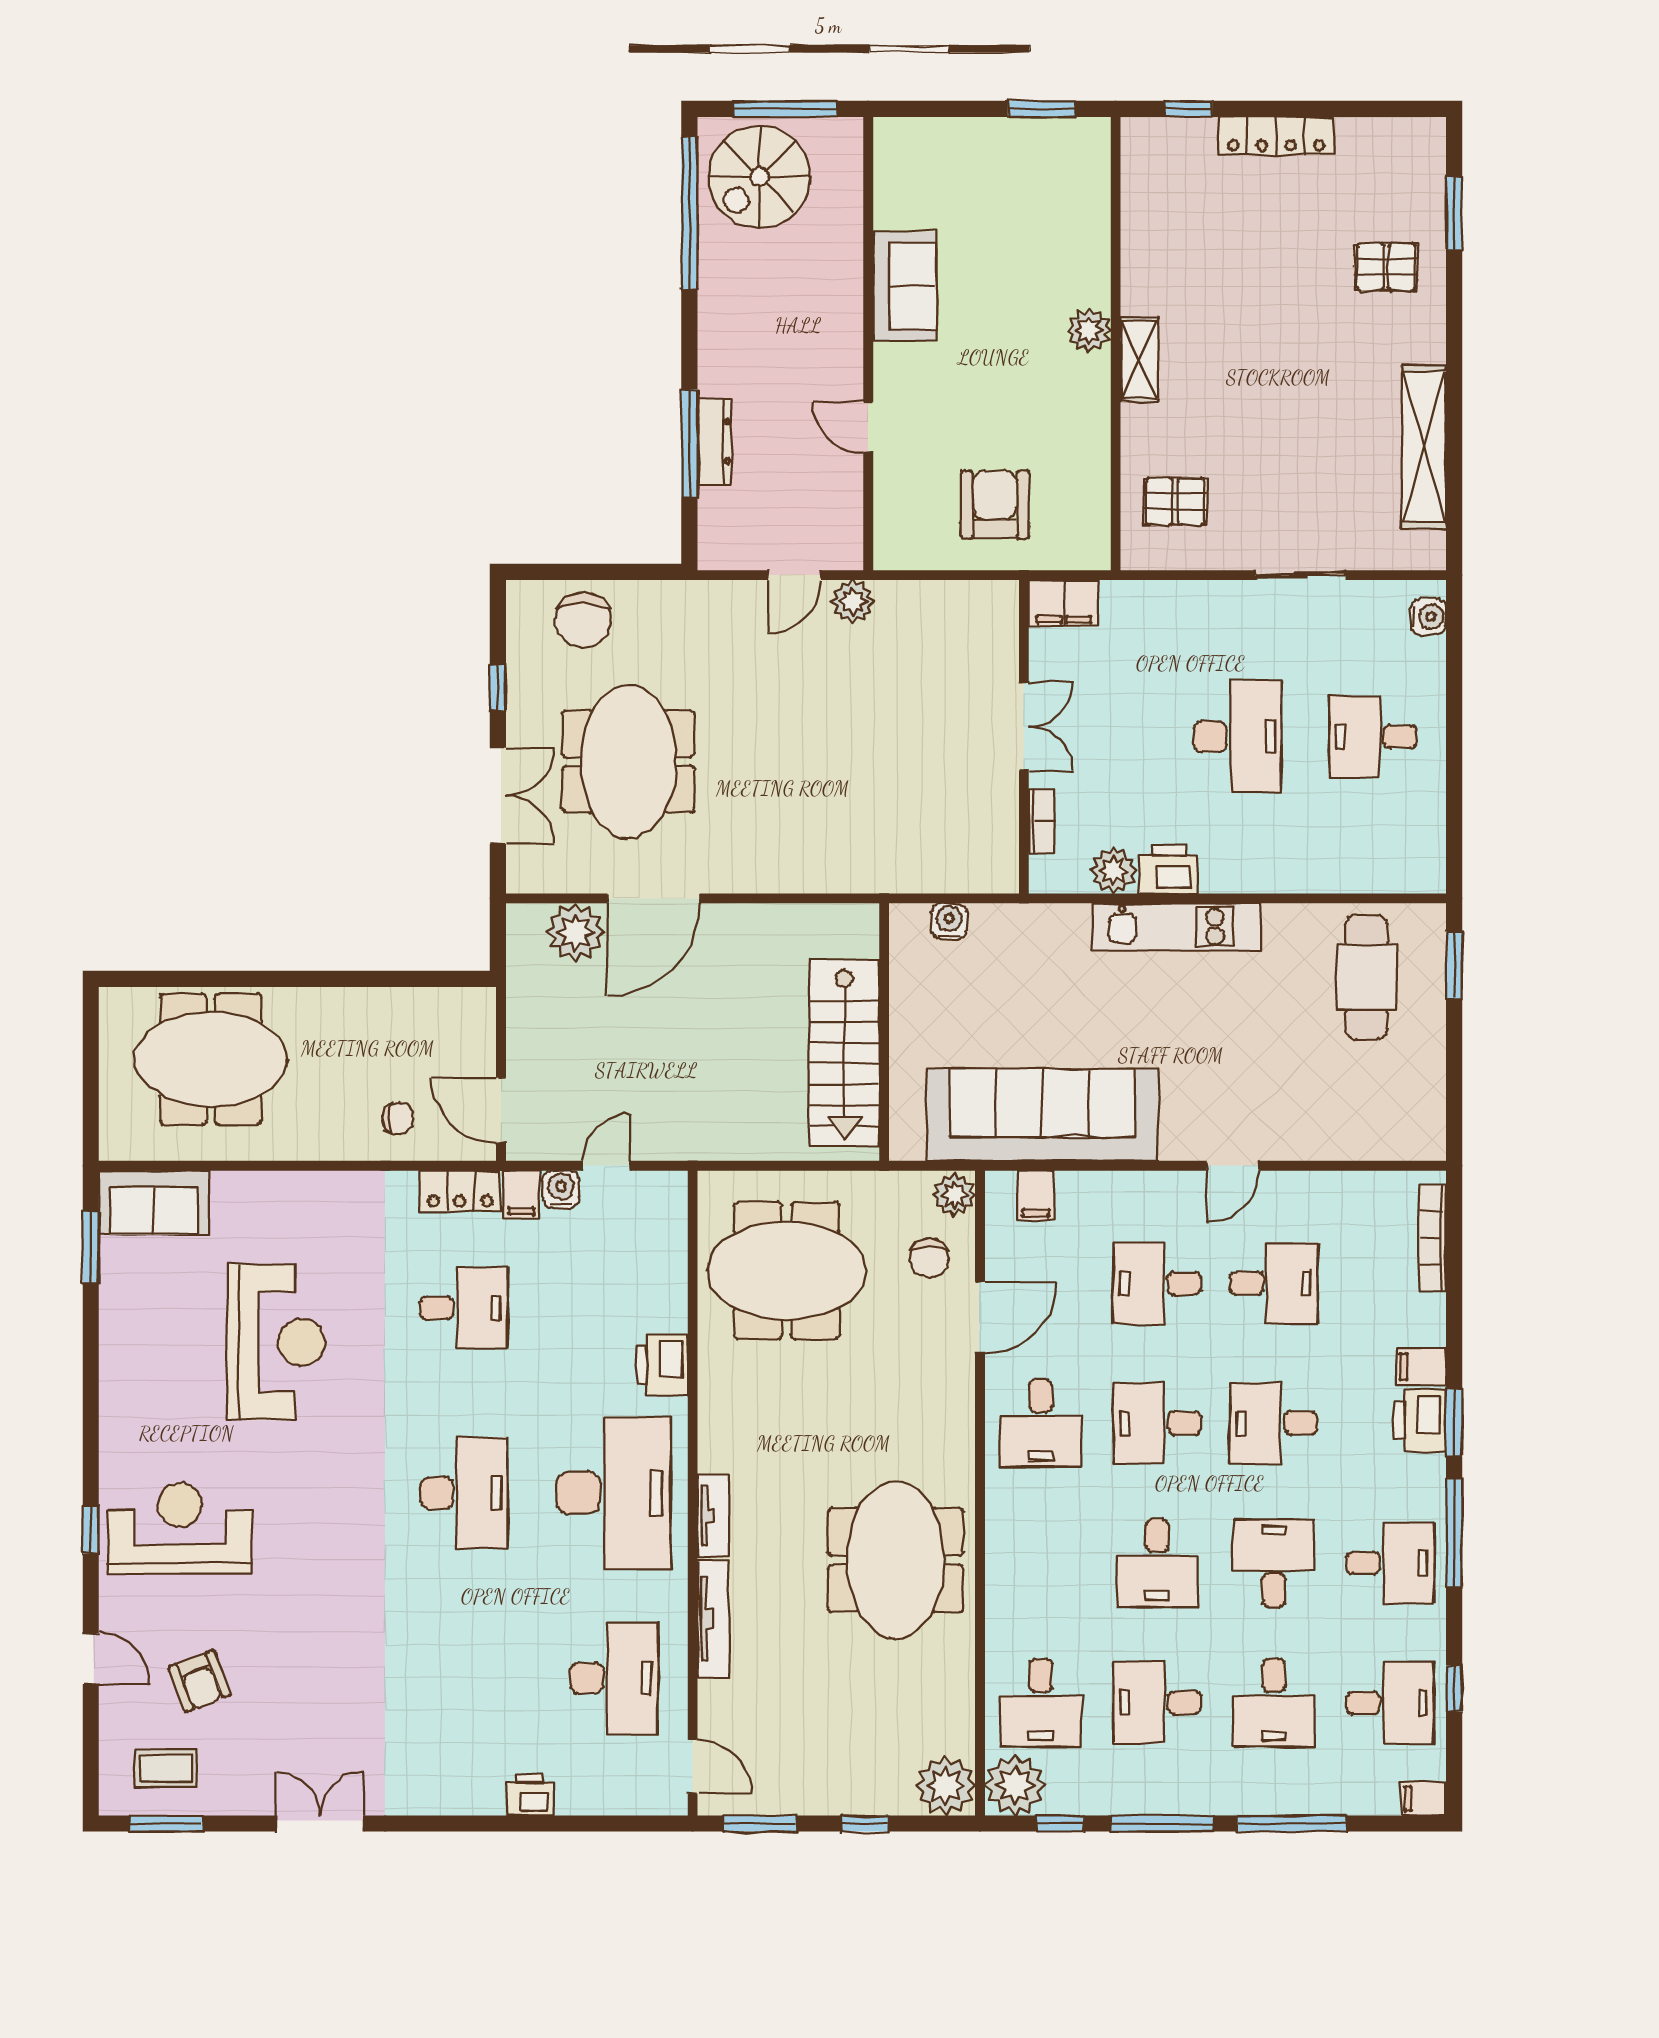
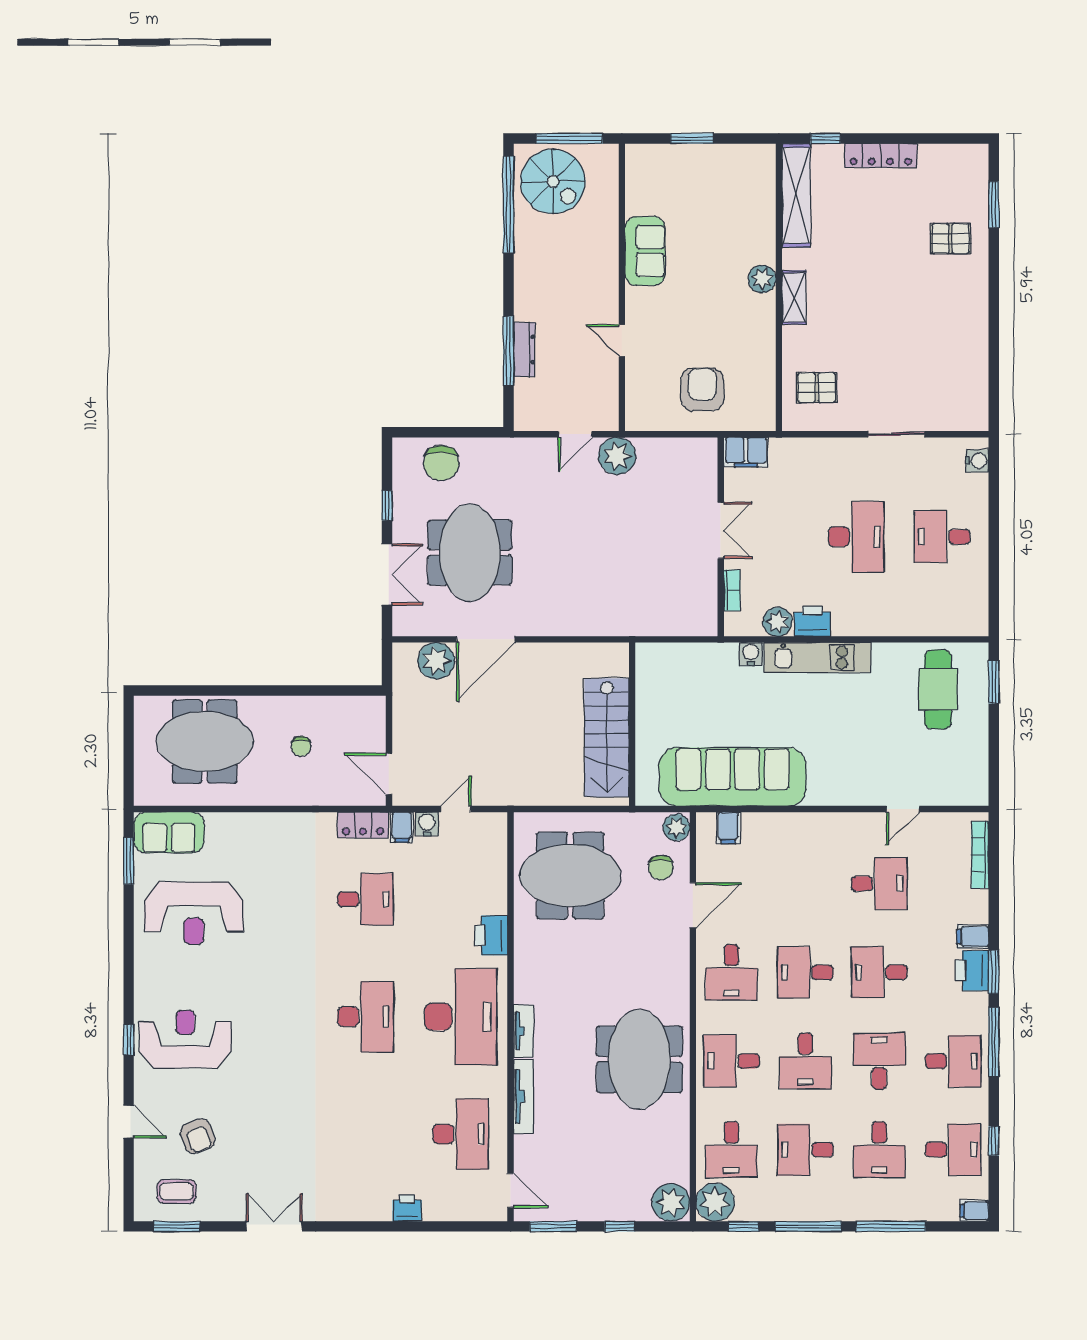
window: (1042, 109) -> (692, 138), moved
spiral stairs: (759, 177) -> (553, 181), turned -90
shelving: (1424, 447) -> (796, 195), moved
plant: (853, 601) -> (617, 456), width x1.36, depth x1.36
water cooler: (949, 921) -> (751, 654), moved
chair: (398, 1118) -> (301, 746), moved, turned 90
door: (1233, 1166) -> (903, 809), moved
desk: (1157, 1283) -> (731, 1061), moved
reception desk: (276, 1342) -> (194, 913), moved, turned 90

